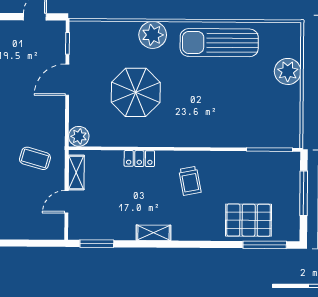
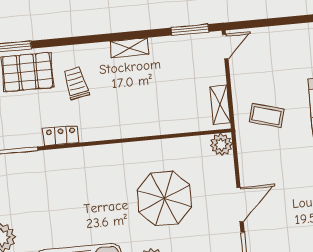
locker: (139, 159) -> (61, 136), moved
trolley: (190, 181) -> (76, 83), moved
door: (66, 202) -> (225, 47), moved

